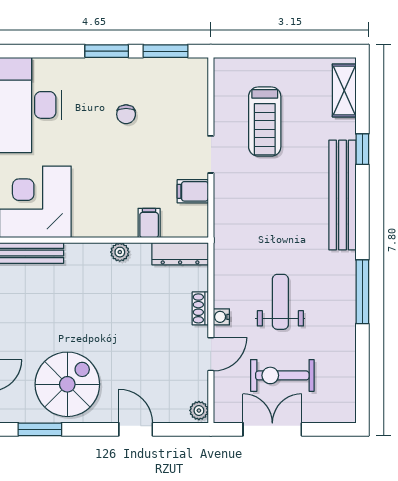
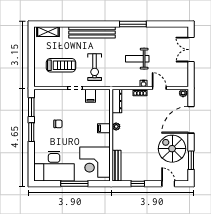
window: (362, 149) -> (73, 24), removed
filing cabinet: (149, 223) -> (104, 128), moved
exercise bike: (282, 375) -> (95, 67), moved
door: (136, 429) -> (191, 120), width x1.88
double door: (272, 429) -> (191, 50), moved

